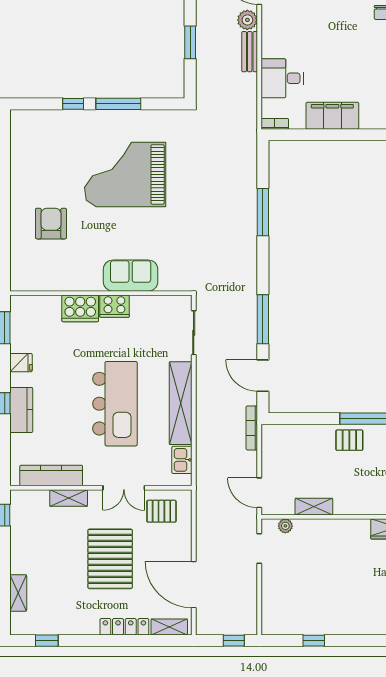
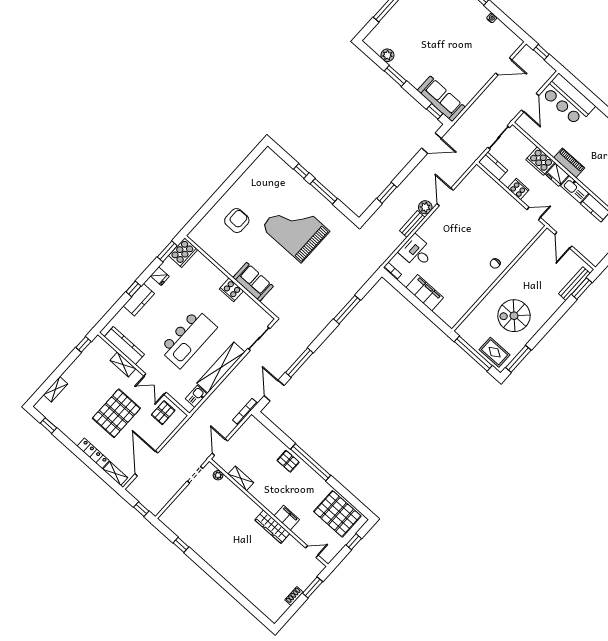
cooker: (80, 308) -> (183, 253), moved, turned -90
pallet: (161, 511) -> (163, 413), turned 90

